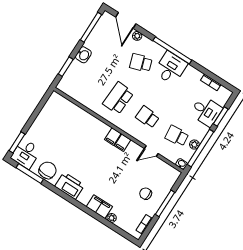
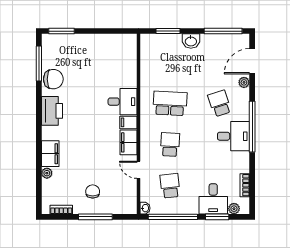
filing cabinet: (123, 143) -> (129, 142), width x2.00
plant: (194, 145) -> (234, 209), moved
desk: (26, 154) -> (123, 102), moved, turned 180

